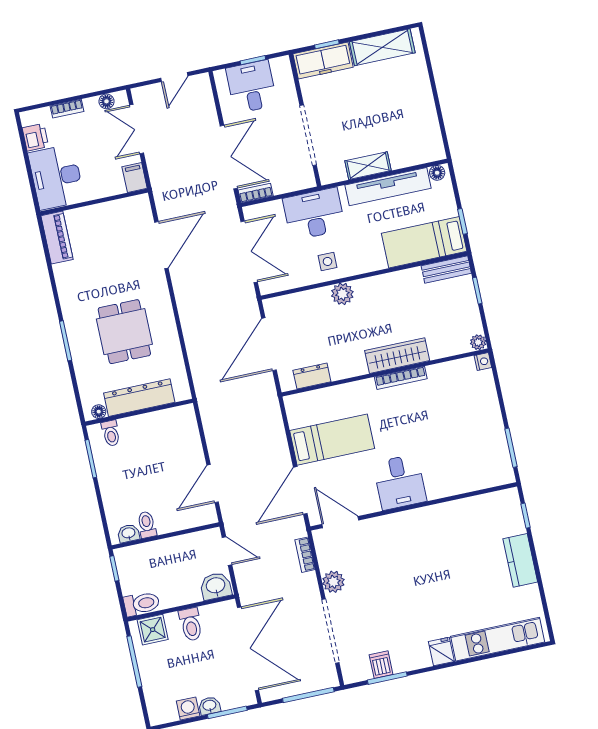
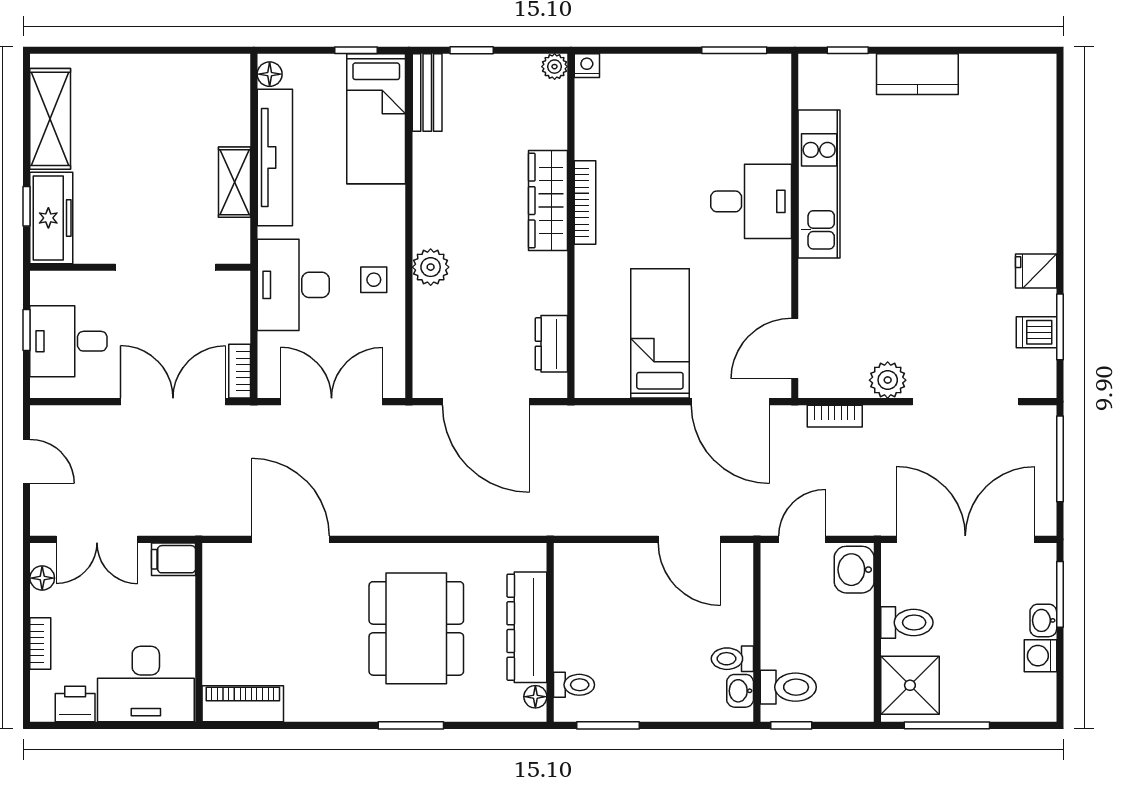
dining table: (124, 332) -> (416, 628), width x1.38
desk: (400, 482) -> (751, 201), moved
toilet: (142, 604) -> (788, 687), moved, turned 90
shower: (153, 630) -> (910, 685), width x1.36, depth x1.36
kitchen unit: (498, 639) -> (819, 184), moved, turned 180
fridge: (441, 652) -> (1036, 271), moved

